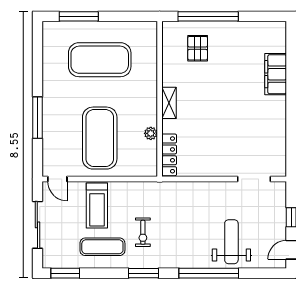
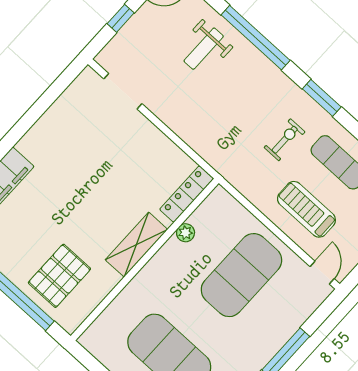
pallet: (198, 48) -> (59, 276), width x1.50, depth x1.42
shelving: (169, 103) -> (136, 245), width x1.50, depth x1.33
treadmill: (97, 205) -> (306, 209), turned -90
weight bench: (231, 242) -> (204, 49), width x0.73, depth x0.75

